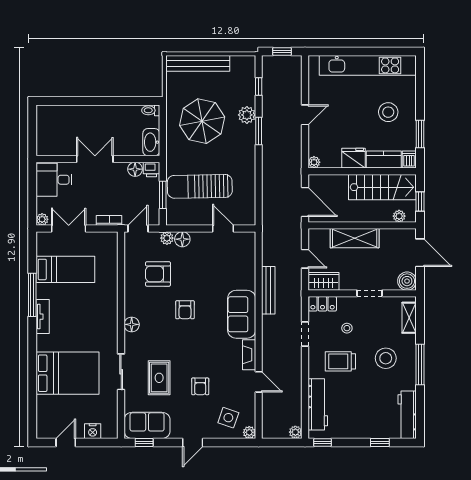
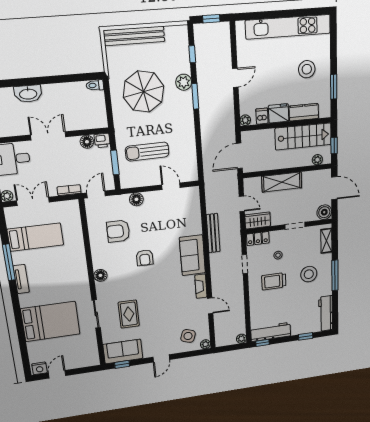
washbasin: (151, 142) -> (28, 94), moved, turned -90
dishwasher: (409, 159) -> (262, 116), moved
sun lounger: (200, 186) -> (147, 152), width x0.73, depth x0.75
door: (305, 202) -> (239, 156), swing flipped
plant: (167, 238) -> (123, 200), removed
armchair: (200, 386) -> (163, 316), removed
workbench: (318, 404) -> (271, 332), moved, turned -90
nightstand: (93, 431) -> (39, 368), moved

